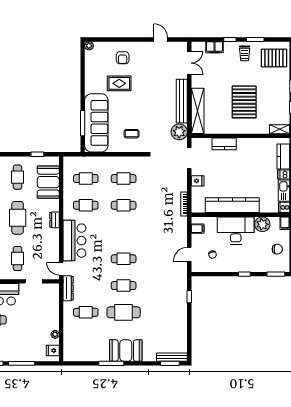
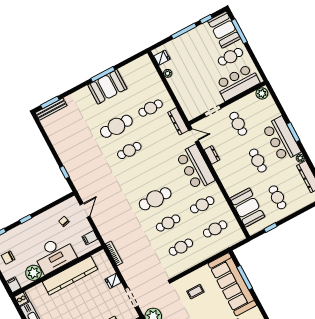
cafe table: (18, 218) -> (258, 161), width x0.73, depth x0.74
dresser: (55, 220) -> (212, 155), moved
cafe table: (124, 259) -> (155, 199), moved, width x1.37, depth x1.35
booth: (126, 351) -> (107, 87), moved

